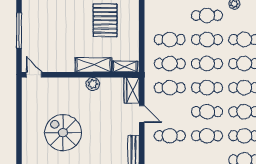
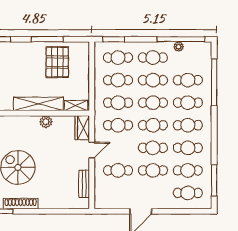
cafe table: (170, 15) -> (118, 58), added
shelving: (93, 65) -> (38, 104), width x1.47
door: (142, 114) -> (92, 150), hinge flipped

